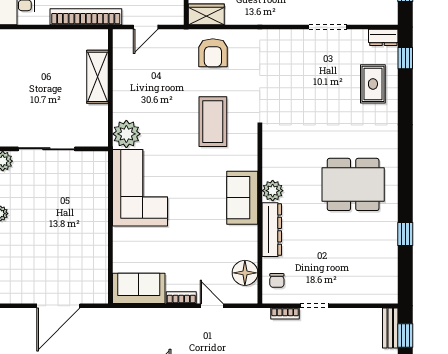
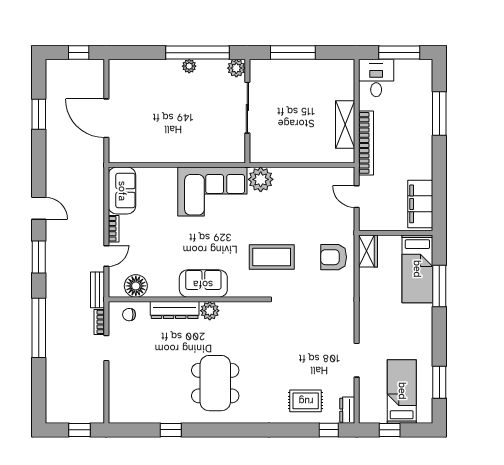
shelving: (97, 77) -> (345, 124), moved, turned 90
bench: (390, 328) -> (97, 290), moved, turned 90

